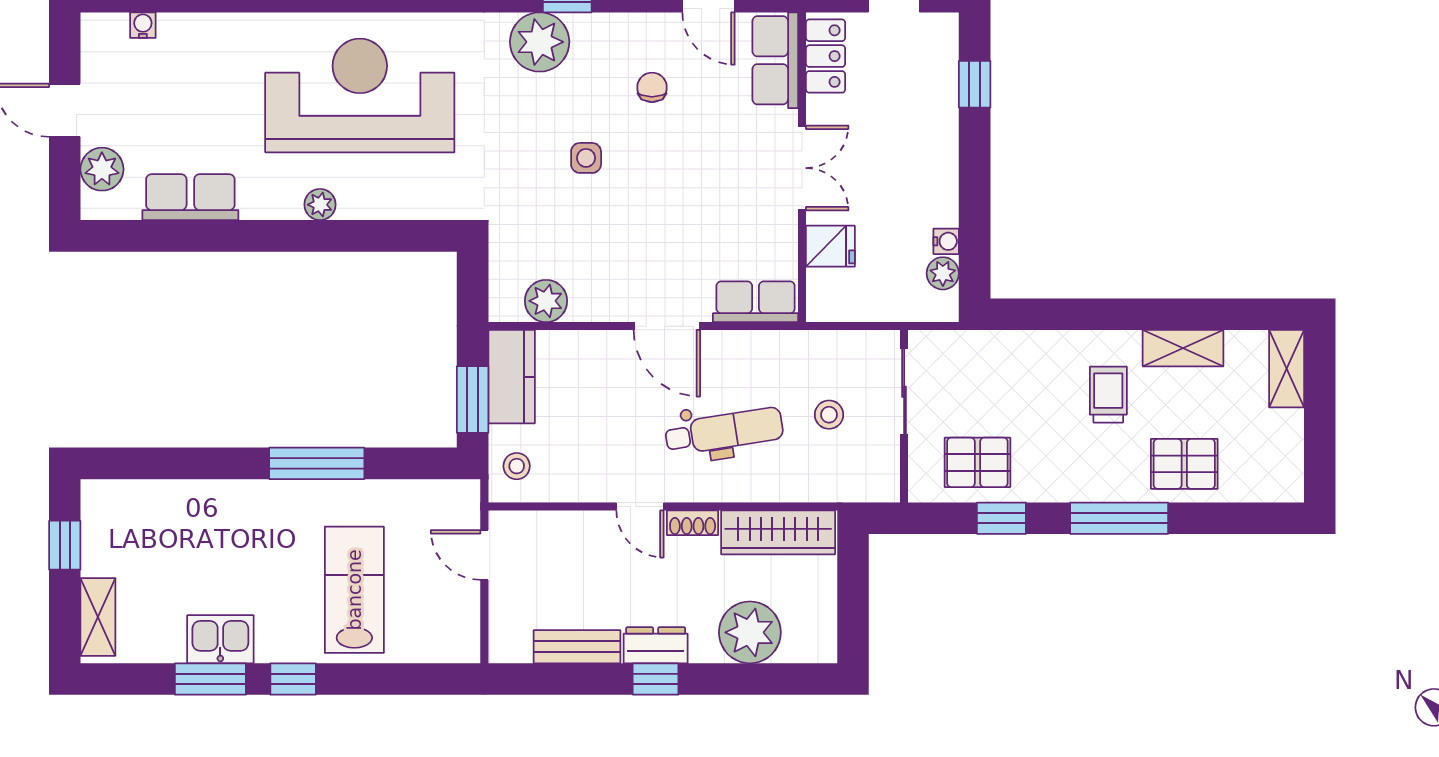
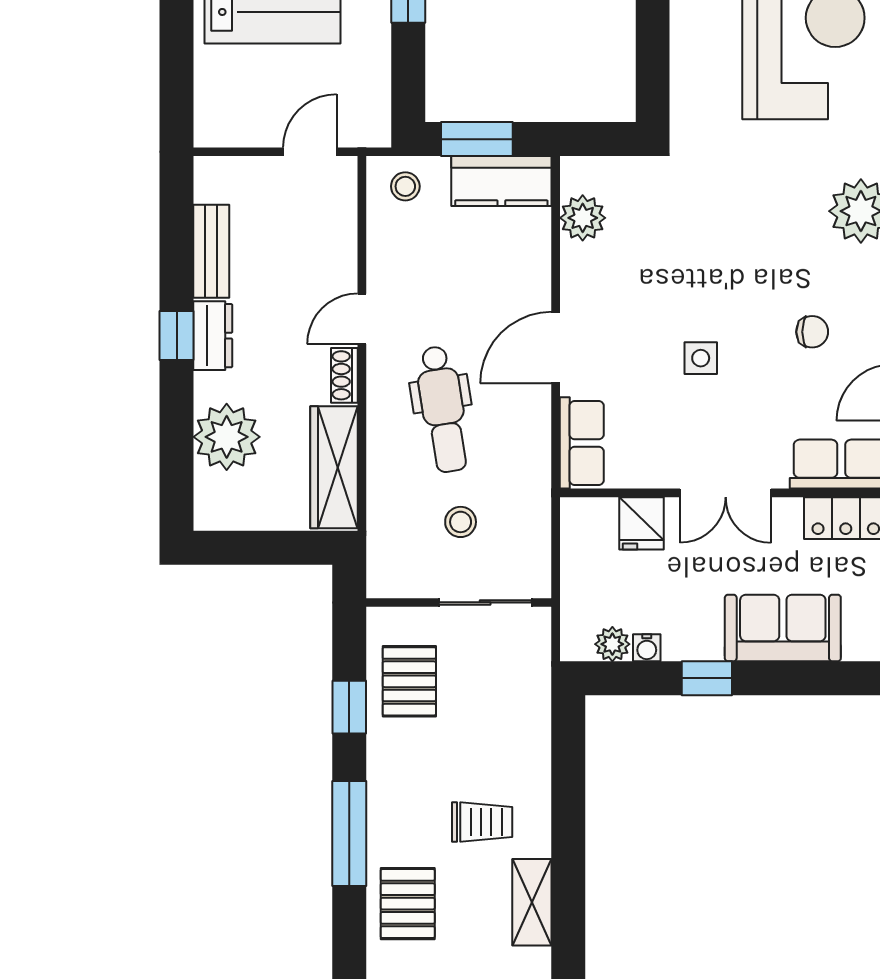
window: (975, 84) -> (707, 678), moved
sofa: (928, 115) -> (783, 628), added
side table: (586, 158) -> (701, 358), moved

